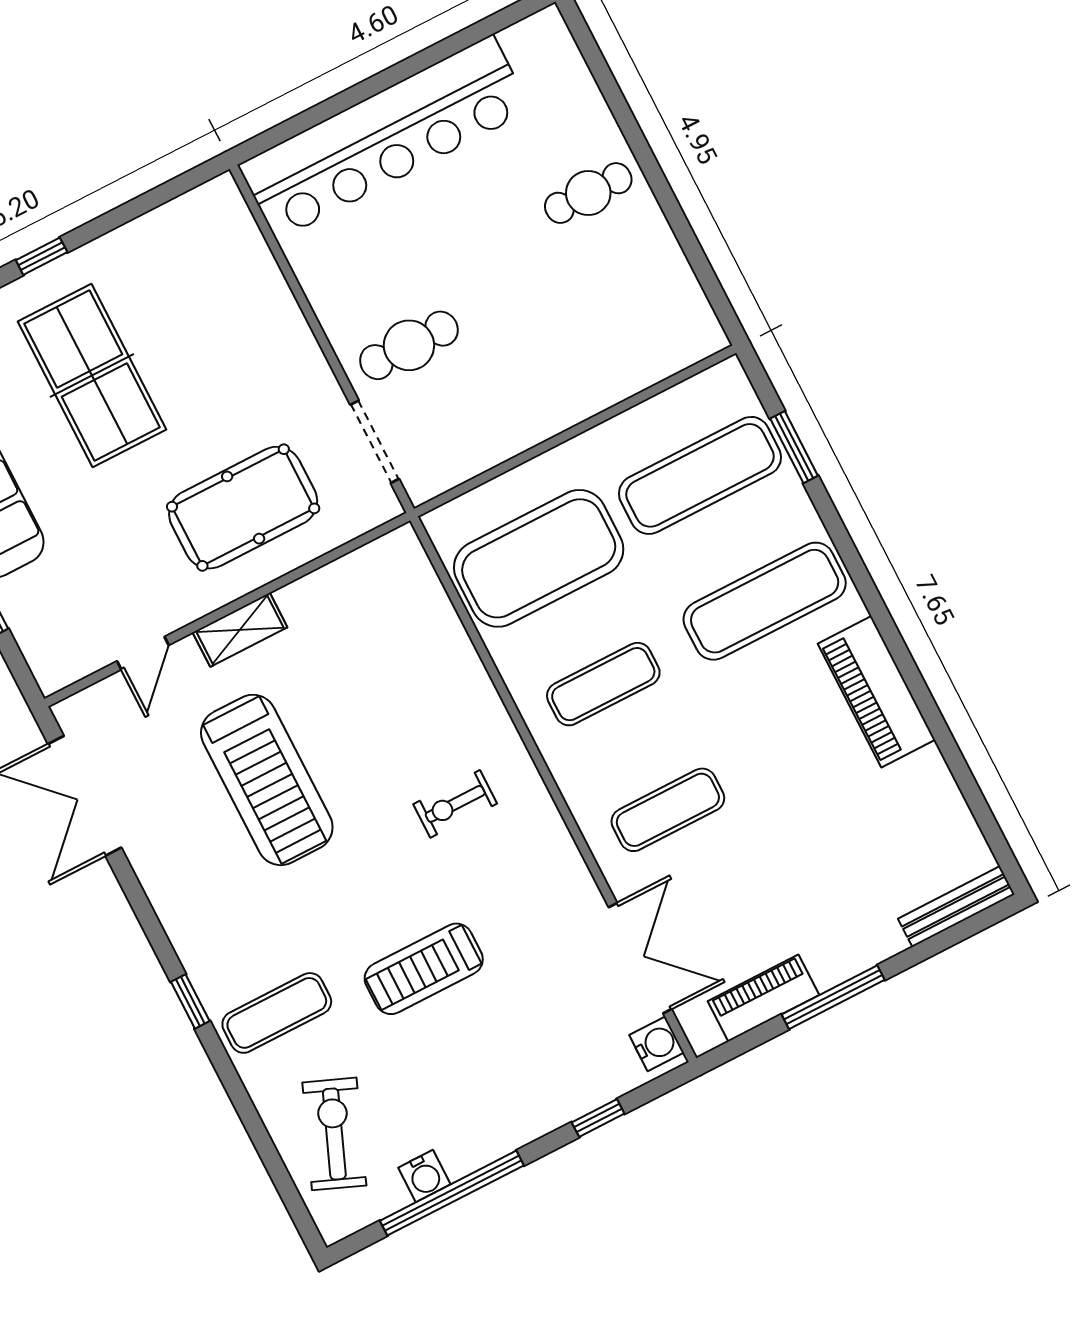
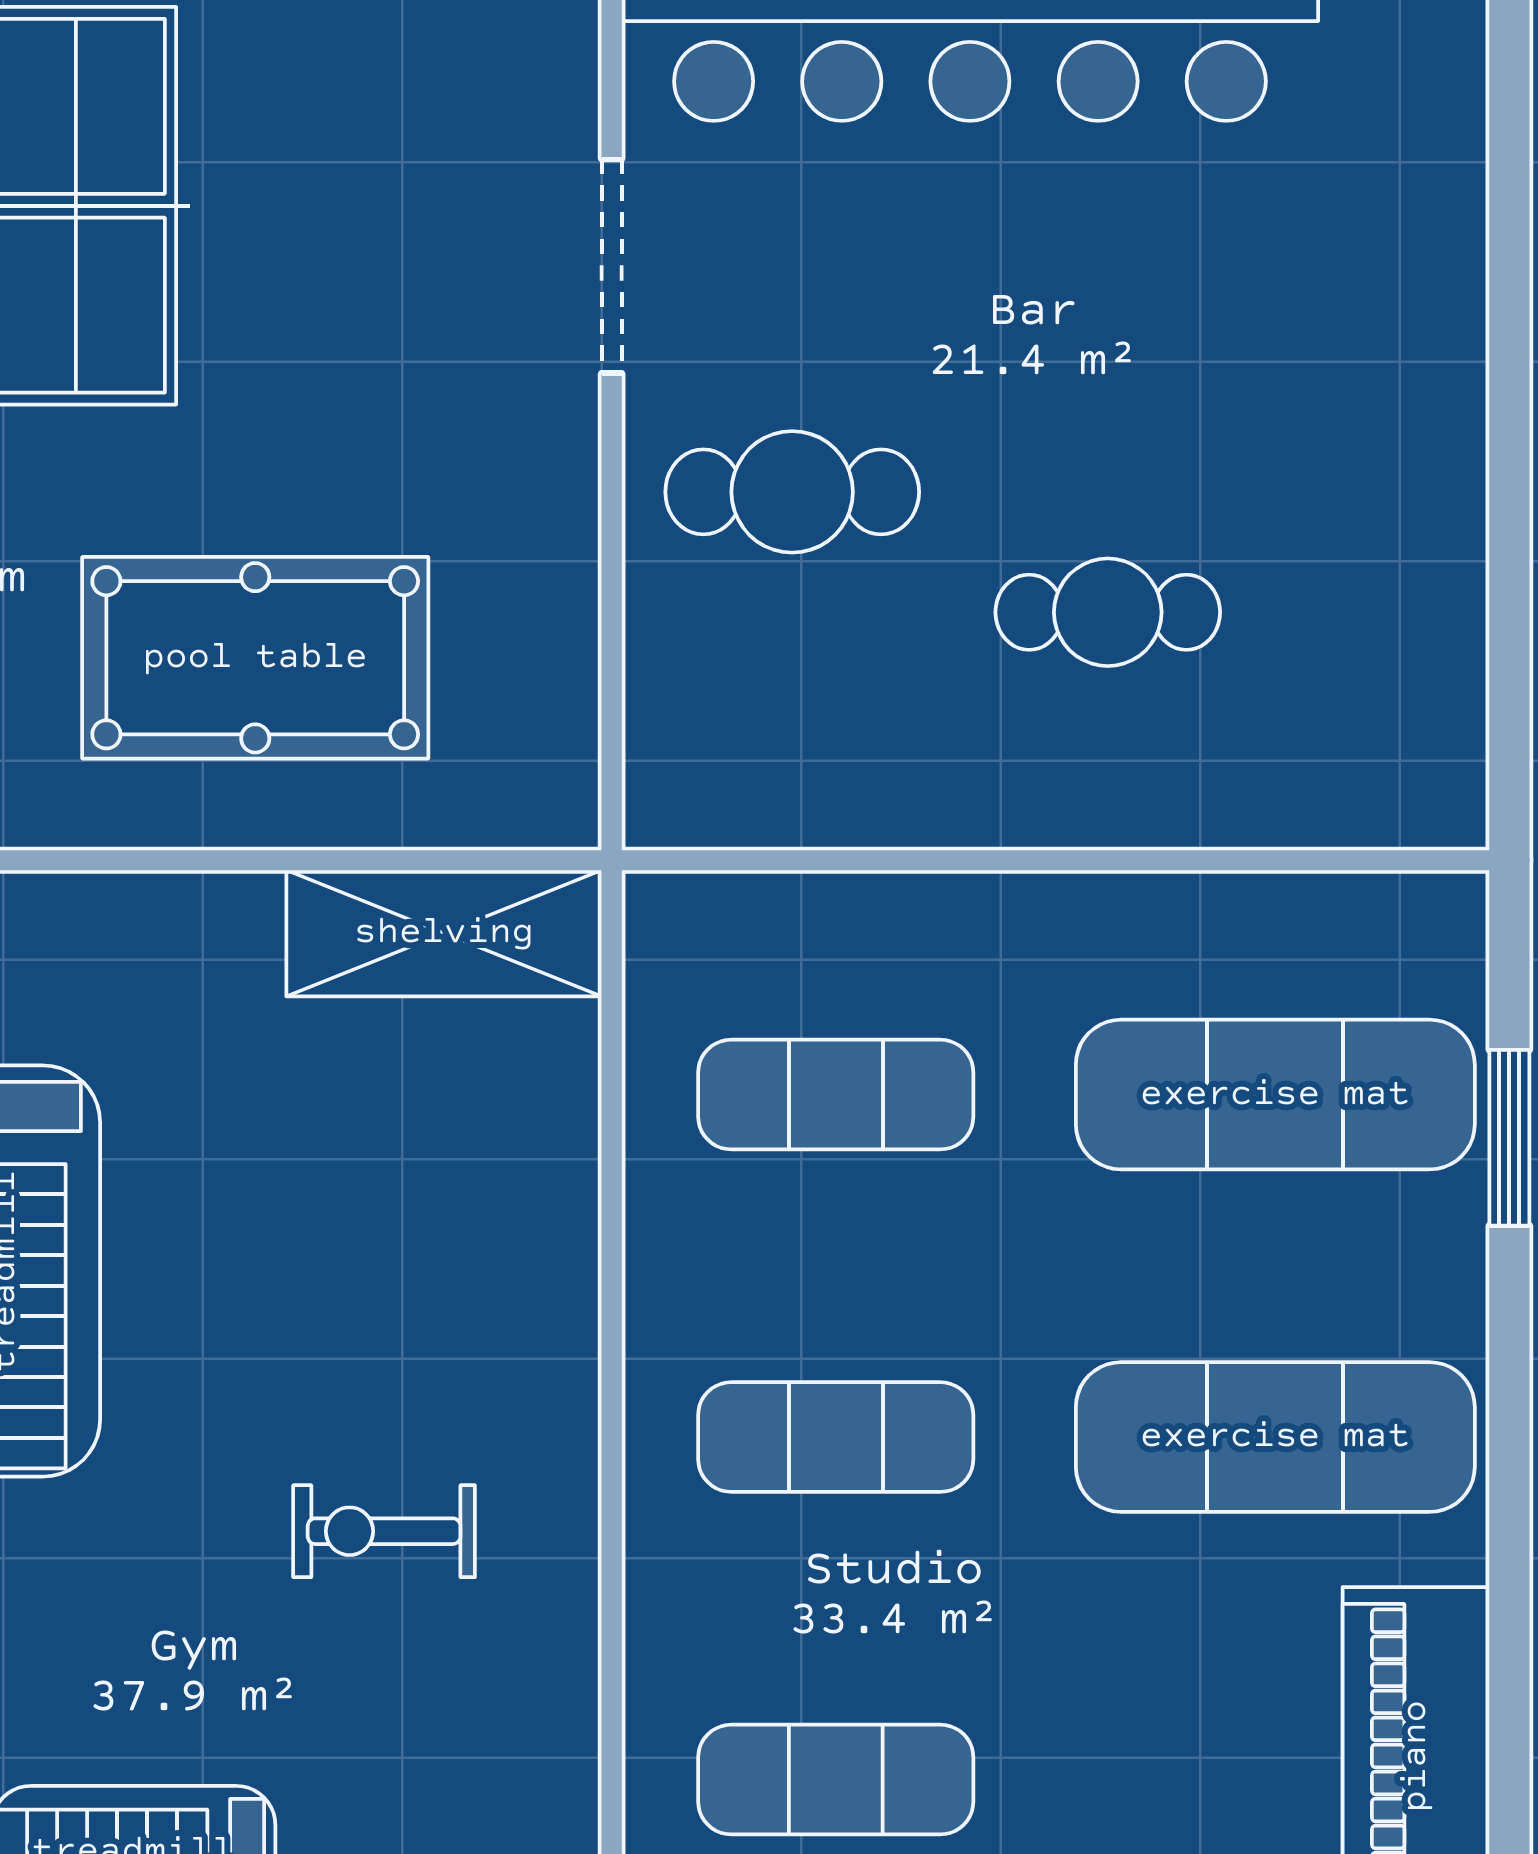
cafe table: (588, 193) -> (1108, 612), moved
doorway: (375, 442) -> (612, 266), moved
exercise mat: (539, 558) -> (836, 1095), width x0.50, depth x0.69
shelving: (240, 630) -> (444, 933), moved, width x1.50, depth x1.33

